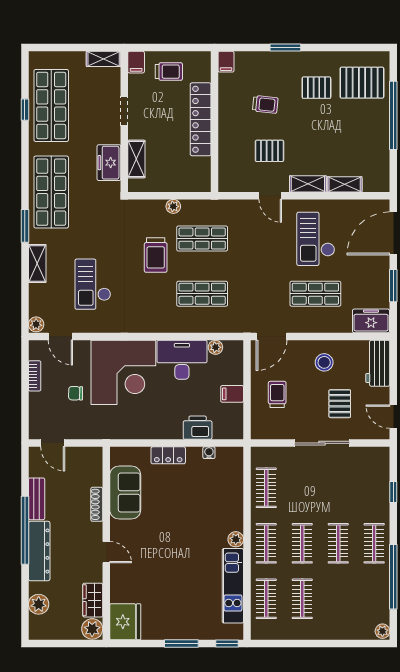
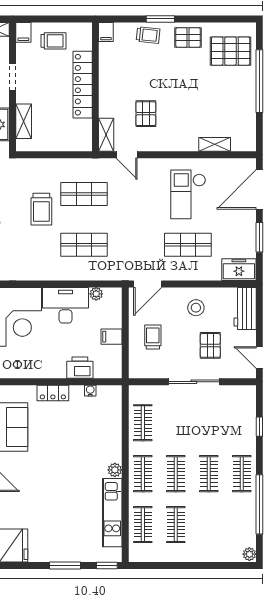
pallet: (316, 88) -> (188, 37), moved
trolley: (265, 104) -> (148, 35), moved
pallet: (269, 151) -> (146, 114), turned 90
shelving: (308, 184) -> (106, 135), moved, turned 90
door: (270, 196) -> (127, 155), moved
plant: (173, 206) -> (58, 165), removed

